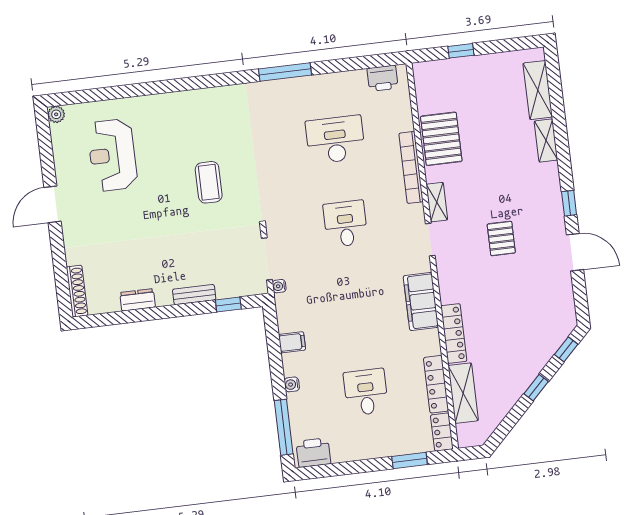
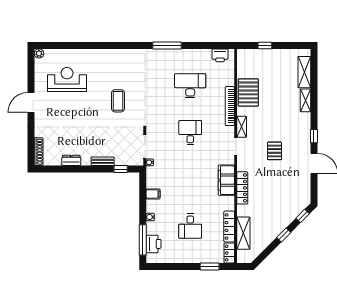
reception desk: (112, 155) -> (67, 80), turned 90
locker: (454, 333) -> (242, 188), moved
desk: (366, 392) -> (190, 226), turned 180
printer: (313, 453) -> (153, 244), moved, turned 90

